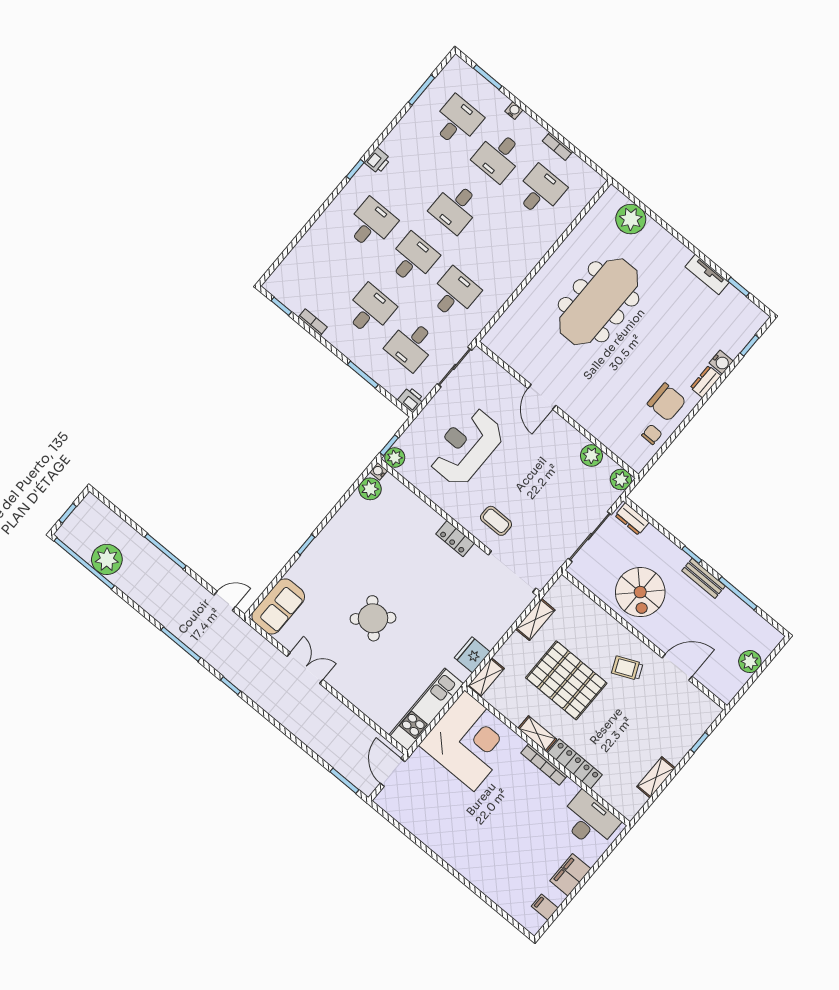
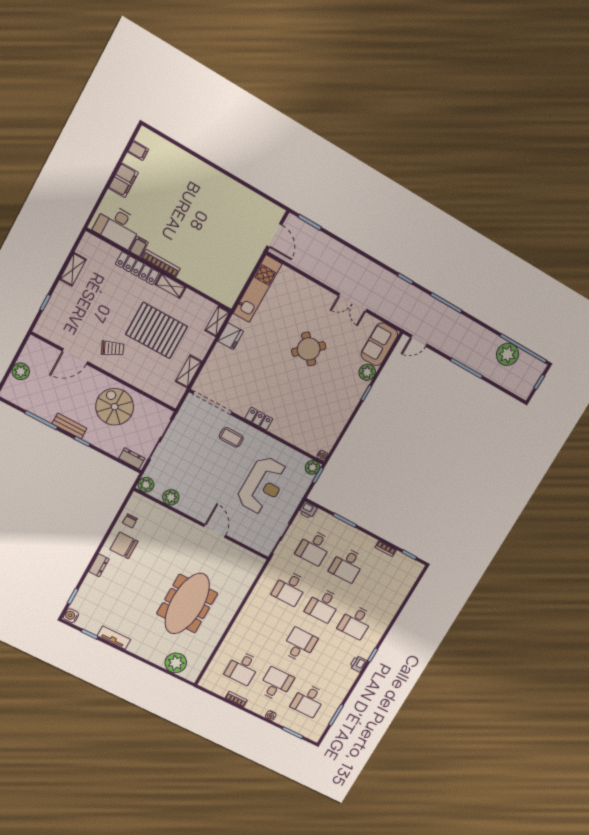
desk: (411, 345) -> (314, 547), turned 180
water cooler: (721, 362) -> (71, 616), moved
plant: (370, 489) -> (367, 372), moved
corner desk: (469, 741) -> (221, 271), removed
filing cabinet: (568, 790) -> (139, 247), added

